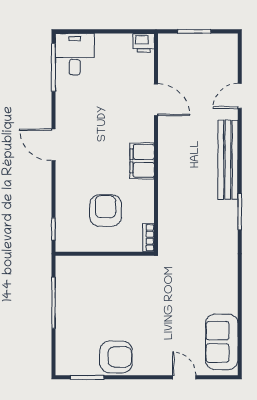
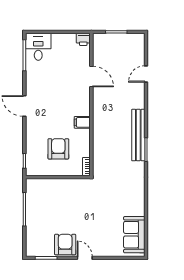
bench: (228, 160) -> (138, 135), moved
filing cabinet: (142, 161) -> (82, 122), width x0.50
armchair: (116, 357) -> (65, 245), turned -90
door: (184, 377) -> (85, 258), moved

